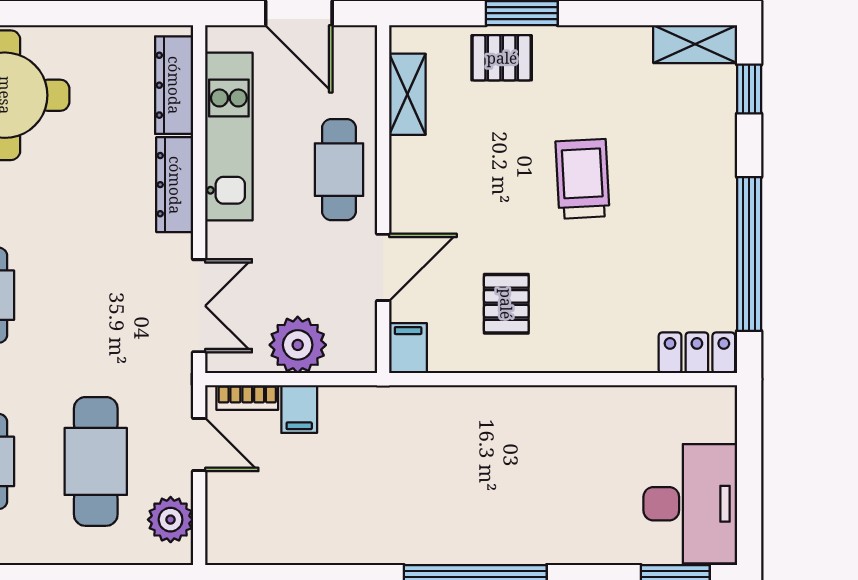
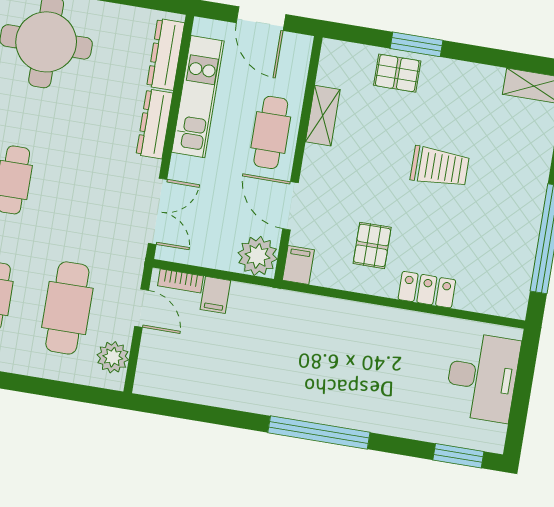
shelving: (407, 94) -> (323, 116), moved
trolley: (583, 179) -> (440, 167), turned 93
door: (383, 267) -> (290, 206), swing flipped
plant: (298, 345) -> (258, 256), moved
locker: (697, 353) -> (427, 290), moved
desk: (690, 504) -> (482, 377), moved

